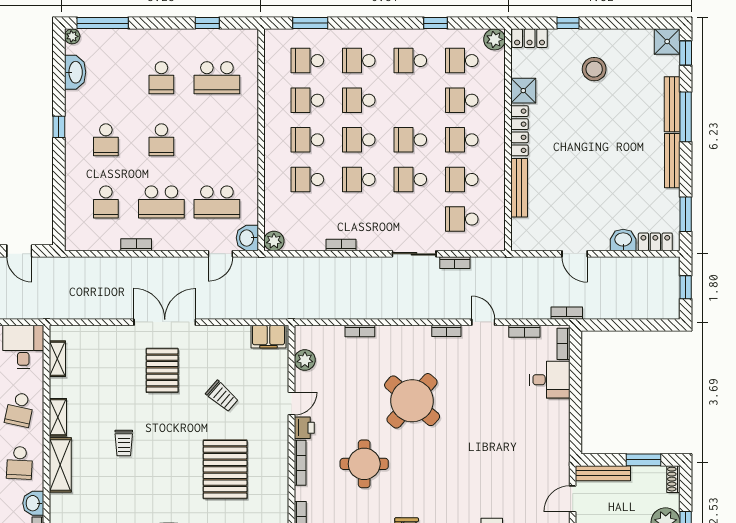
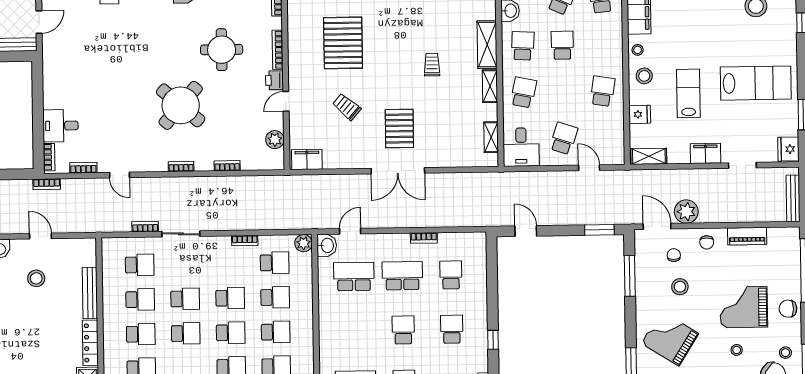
stool: (580, 205) -> (36, 278), added
school desk: (307, 219) -> (275, 263), added
bookcase: (446, 331) -> (181, 167), moved

